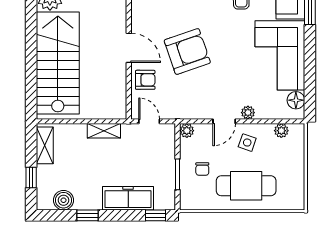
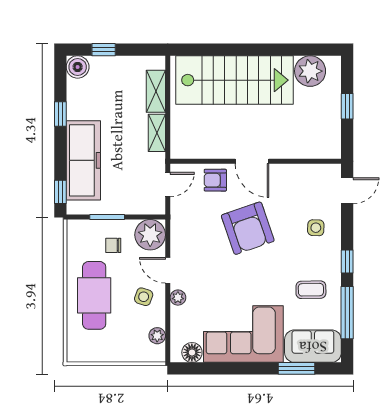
door: (129, 48) -> (252, 161), hinge flipped
armchair: (145, 80) -> (215, 180), turned 90
plant: (187, 131) -> (150, 235), width x1.88, depth x1.88
shelving: (45, 145) -> (156, 91), moved, turned 90
freezer: (128, 198) -> (83, 160), width x1.36, depth x1.26
boiler: (63, 200) -> (78, 67), moved

